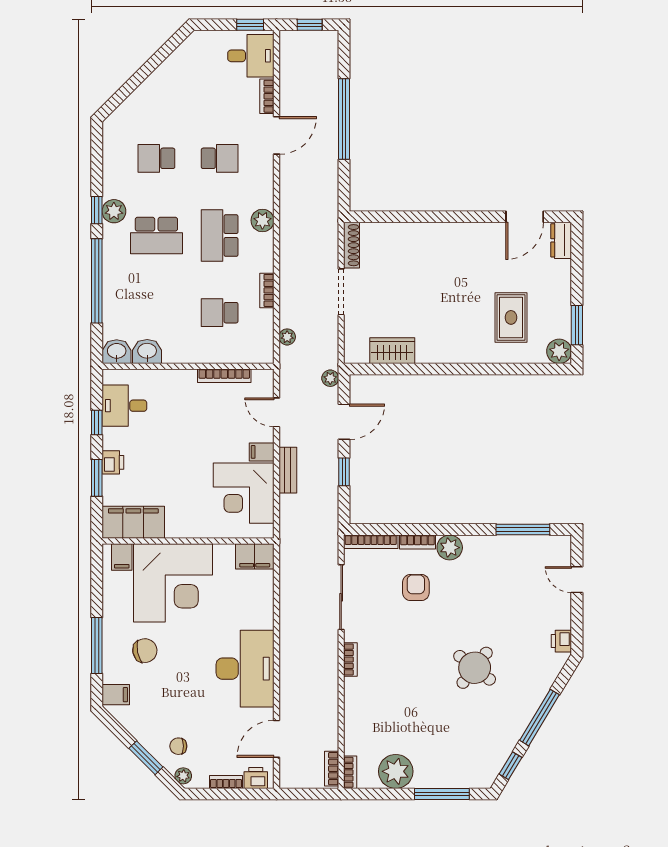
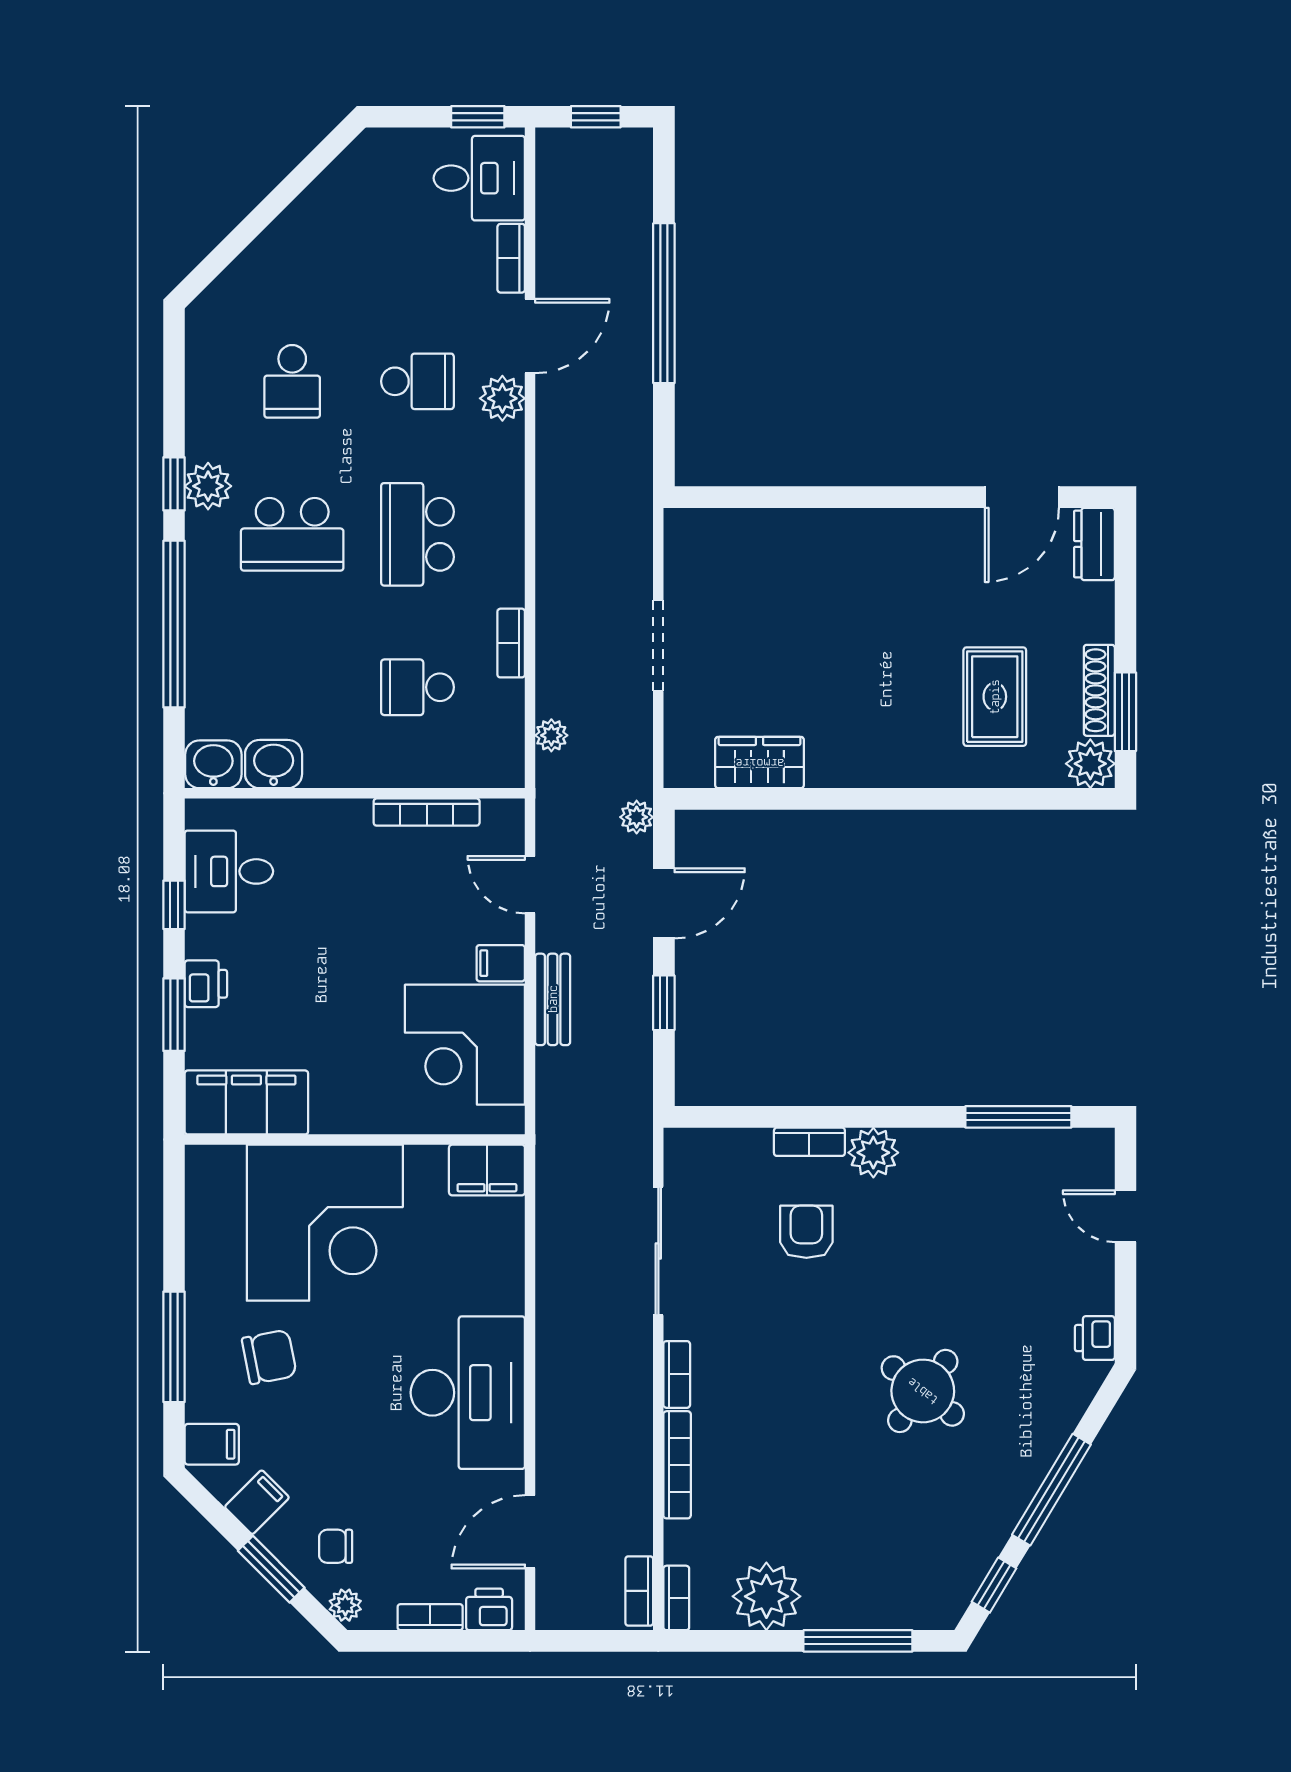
school desk: (156, 158) -> (292, 381), turned -90
plant: (262, 220) -> (502, 398), moved
shoe rack: (352, 245) -> (1099, 690), moved, turned 180
bookcase: (371, 542) -> (677, 1465), moved, turned -90
filing cabinet: (122, 557) -> (257, 1502), moved, turned -135

